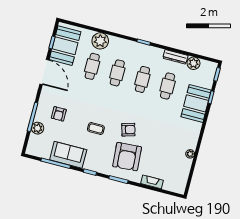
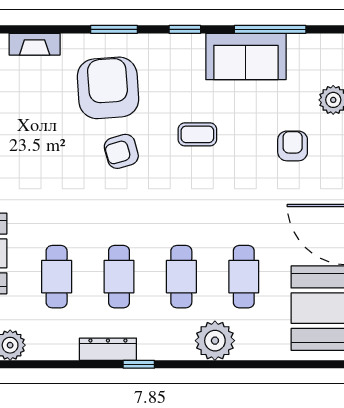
plant: (100, 41) -> (215, 341), moved
dresser: (175, 57) -> (108, 349), moved

